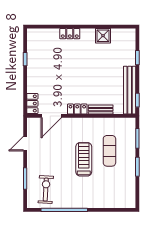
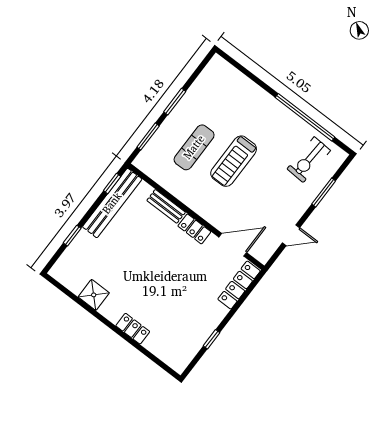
locker: (32, 103) -> (239, 285), width x1.53

